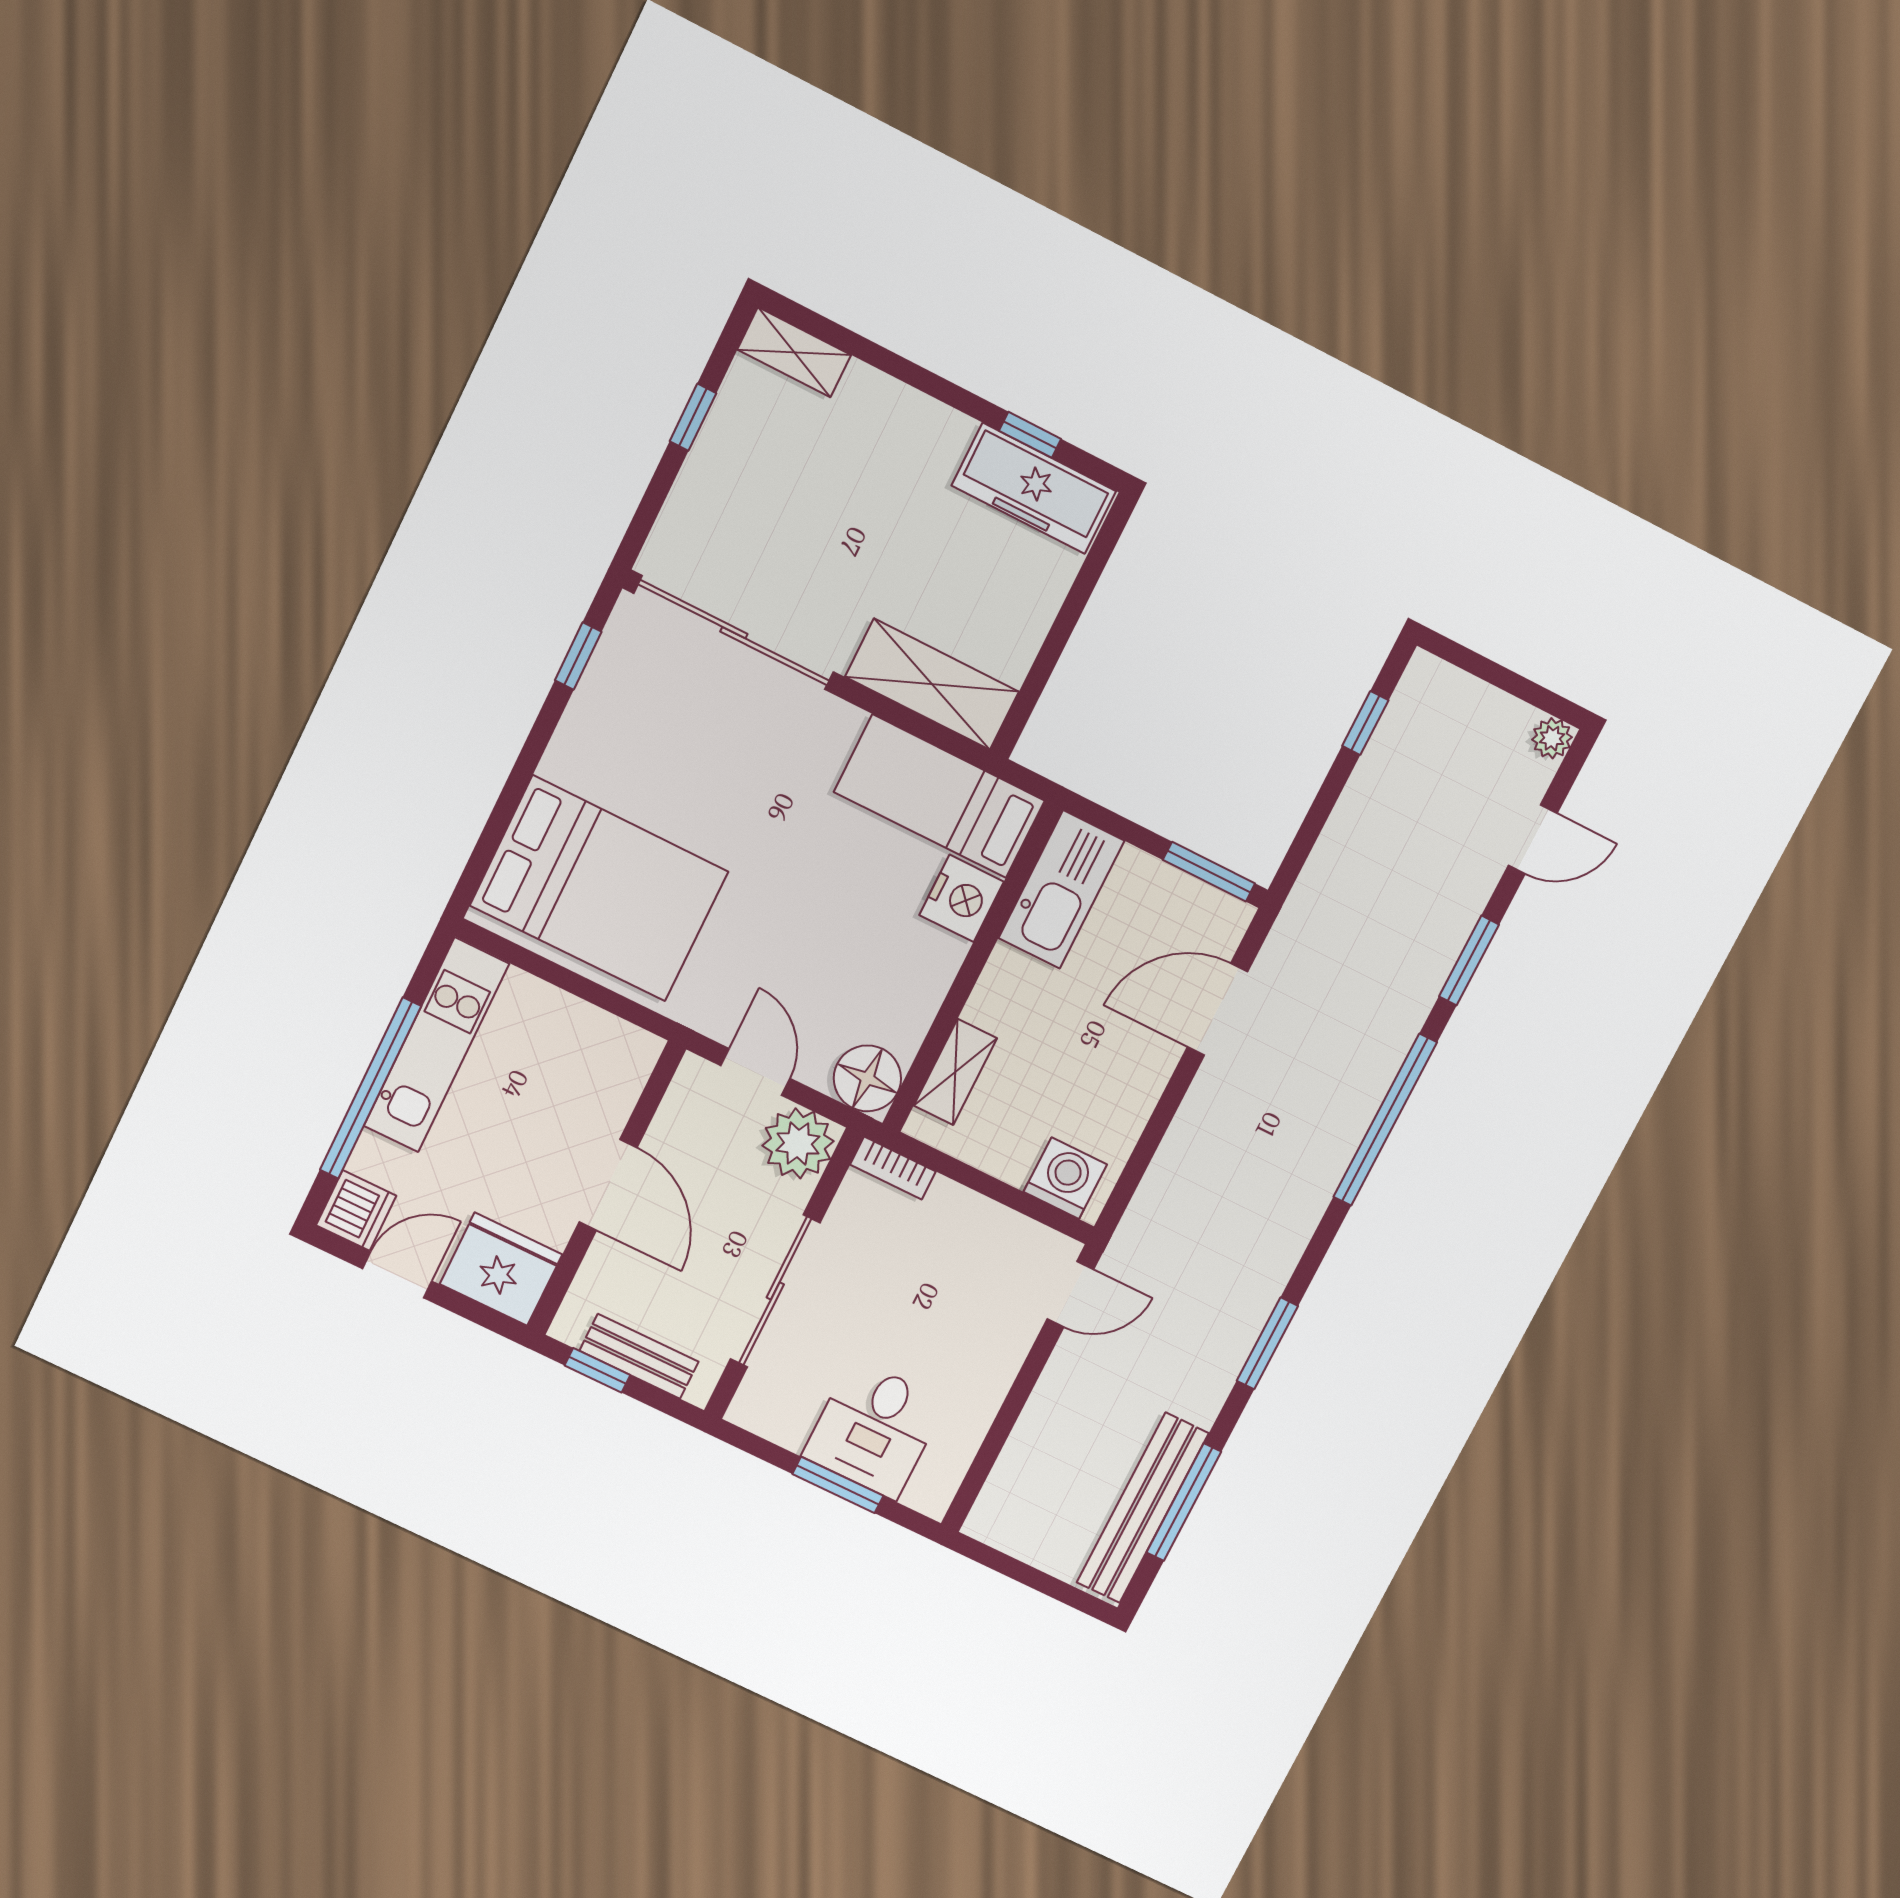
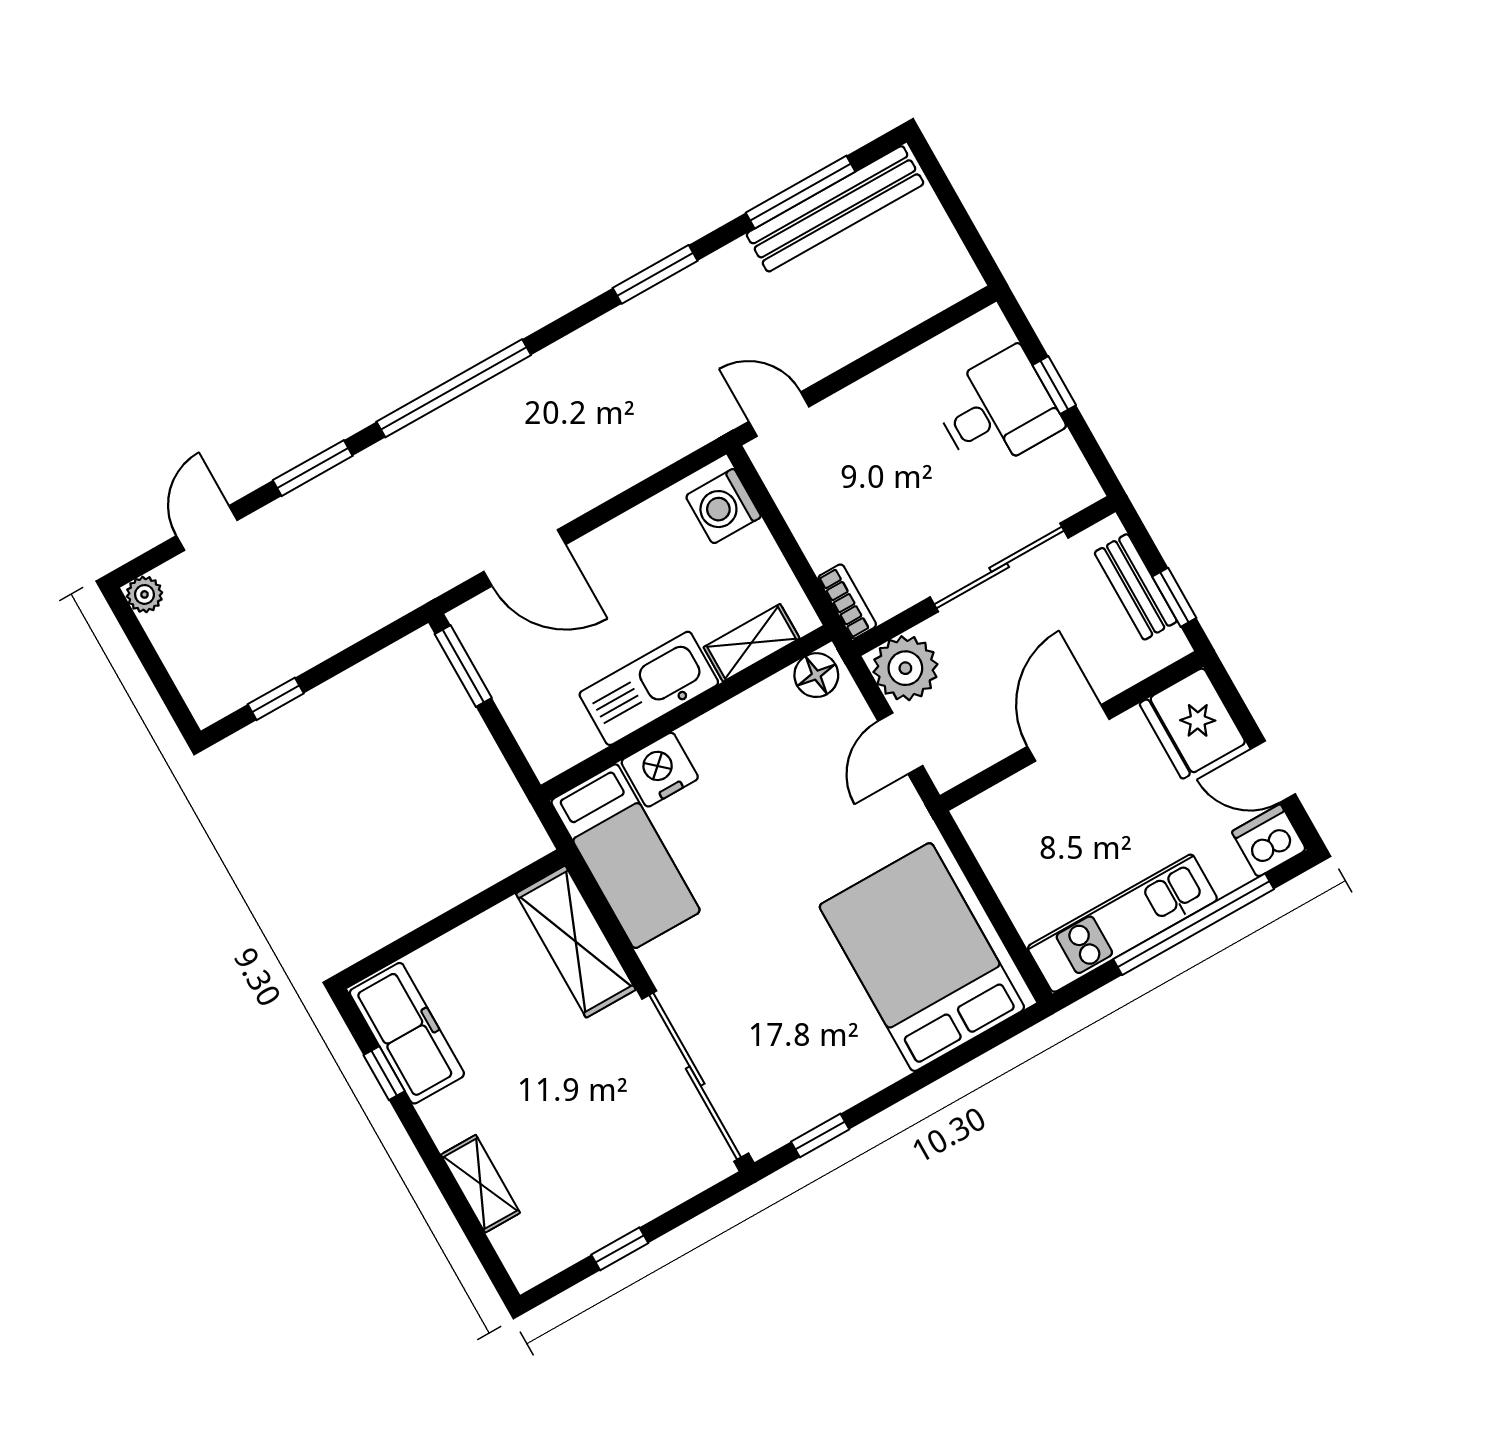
shelving: (794, 352) -> (480, 1184), moved
door: (1533, 839) -> (207, 528), hinge flipped
kitchen sink: (1061, 889) -> (649, 688), moved
floor lamp: (867, 1078) -> (816, 675), width x0.73, depth x0.73
window: (838, 1485) -> (1054, 385), width x0.67

